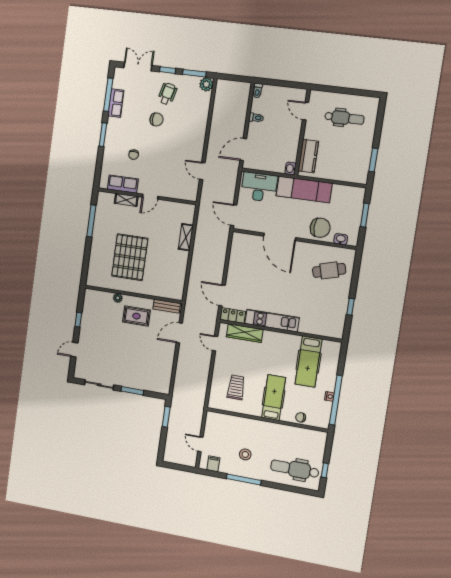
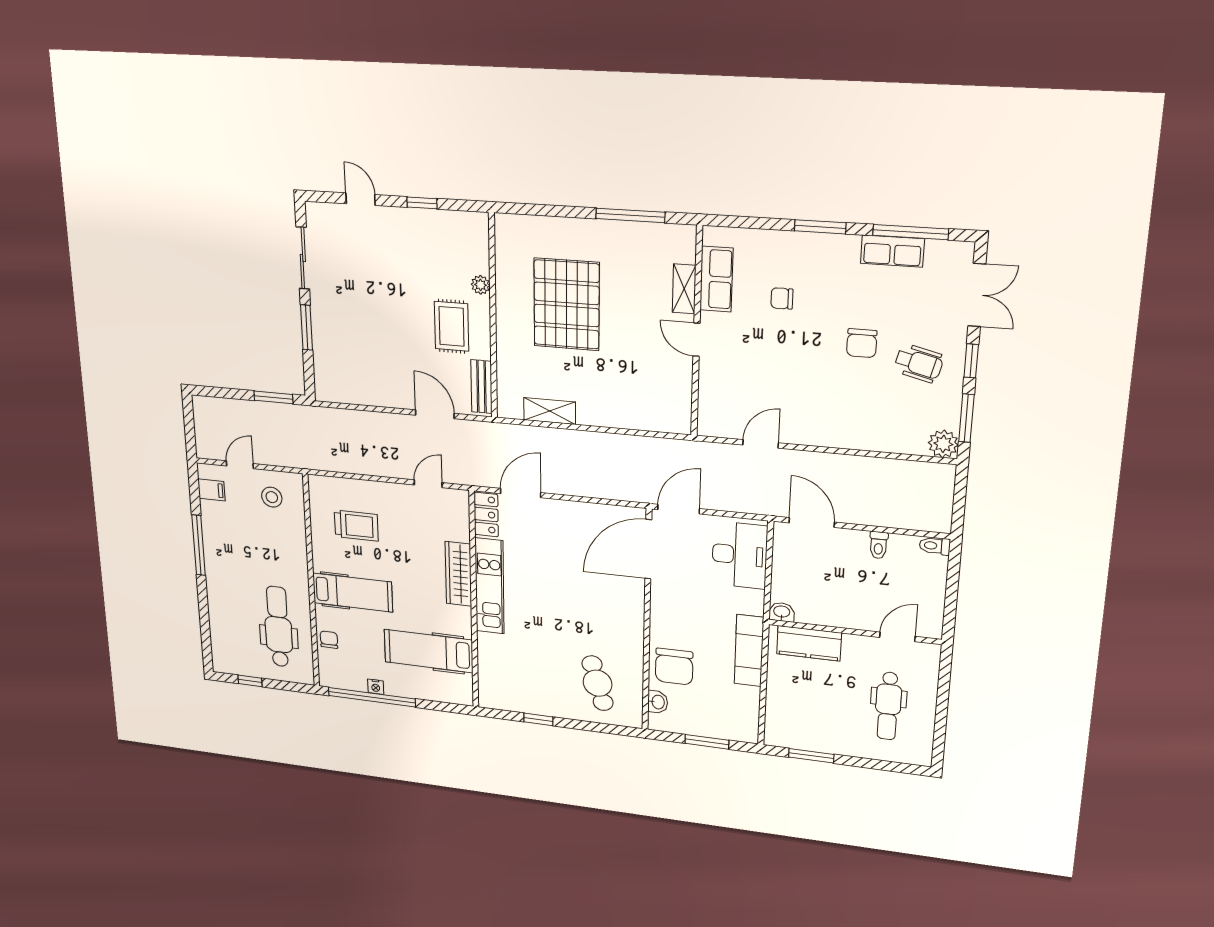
exam couch: (304, 189) -> (749, 651), width x0.73, depth x0.69
shelving: (186, 237) -> (550, 411), moved
door: (280, 237) -> (648, 549), moved
pallet: (130, 257) -> (567, 304), turned 90
wardrobe: (245, 333) -> (458, 574), moved
stool: (245, 454) -> (272, 497), moved
dental chair: (295, 469) -> (278, 627), moved

